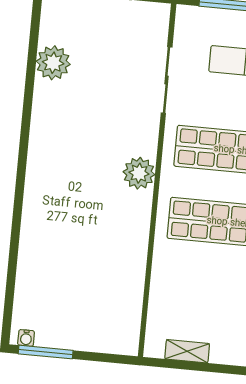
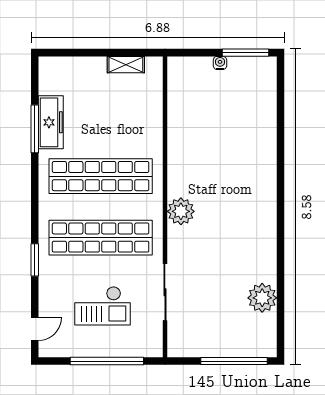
water cooler: (26, 338) -> (220, 63), moved

